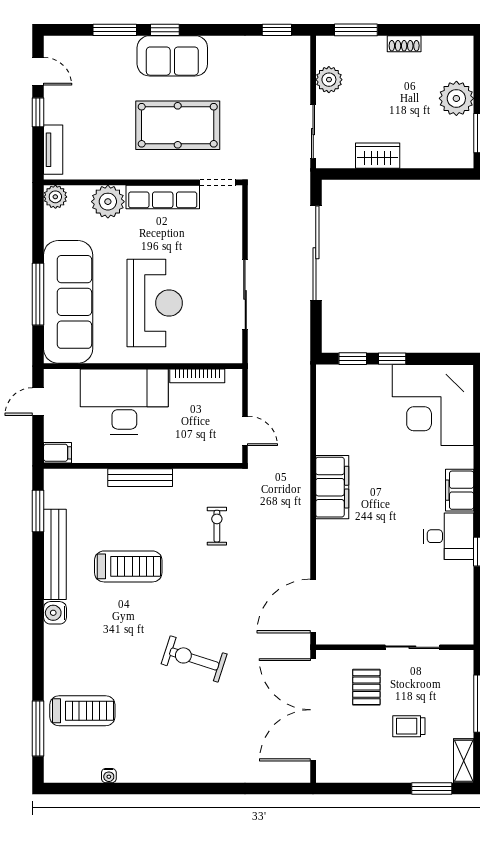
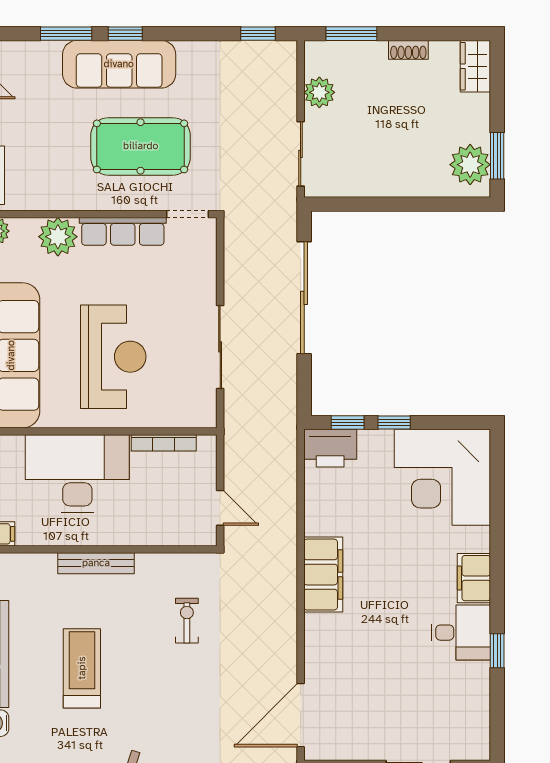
sofa: (172, 56) -> (119, 64), width x1.36
plant: (456, 98) -> (470, 165), moved
wardrobe: (378, 156) -> (475, 66), moved, turned -90
printer: (338, 380) -> (330, 448), added
treadmill: (128, 566) -> (82, 668), turned -90

